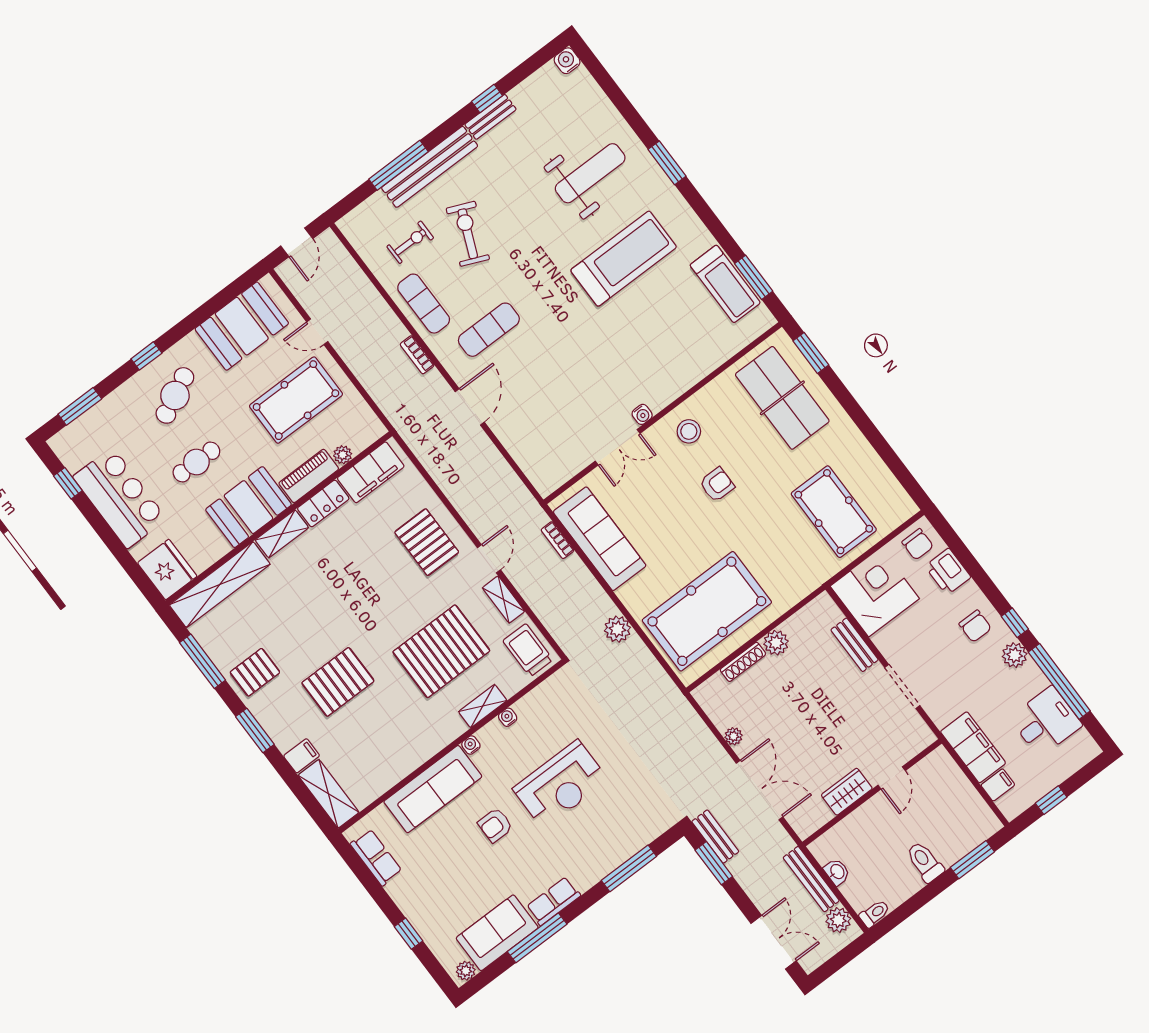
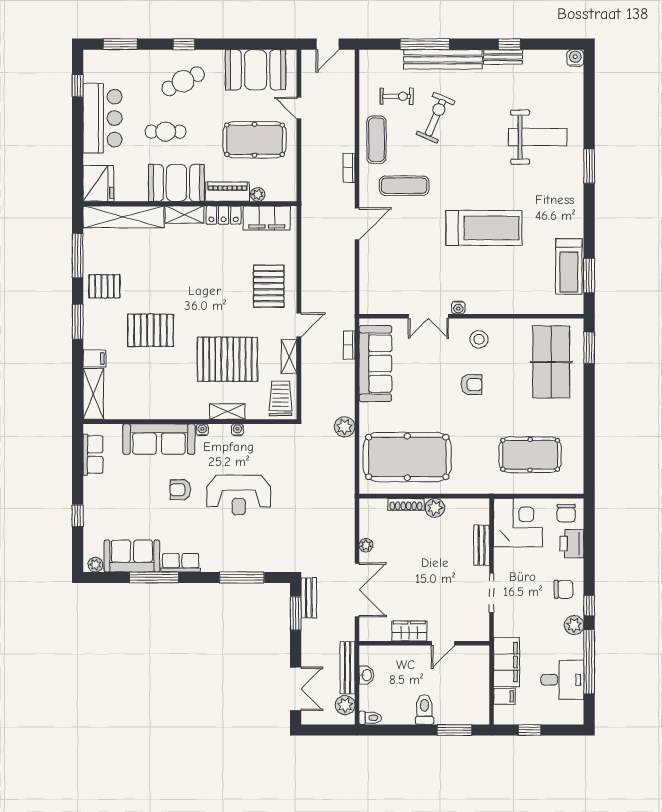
treadmill: (624, 259) -> (484, 228), moved
pool table: (834, 512) -> (530, 455), turned 90
chair: (975, 626) -> (563, 589), turned -90

